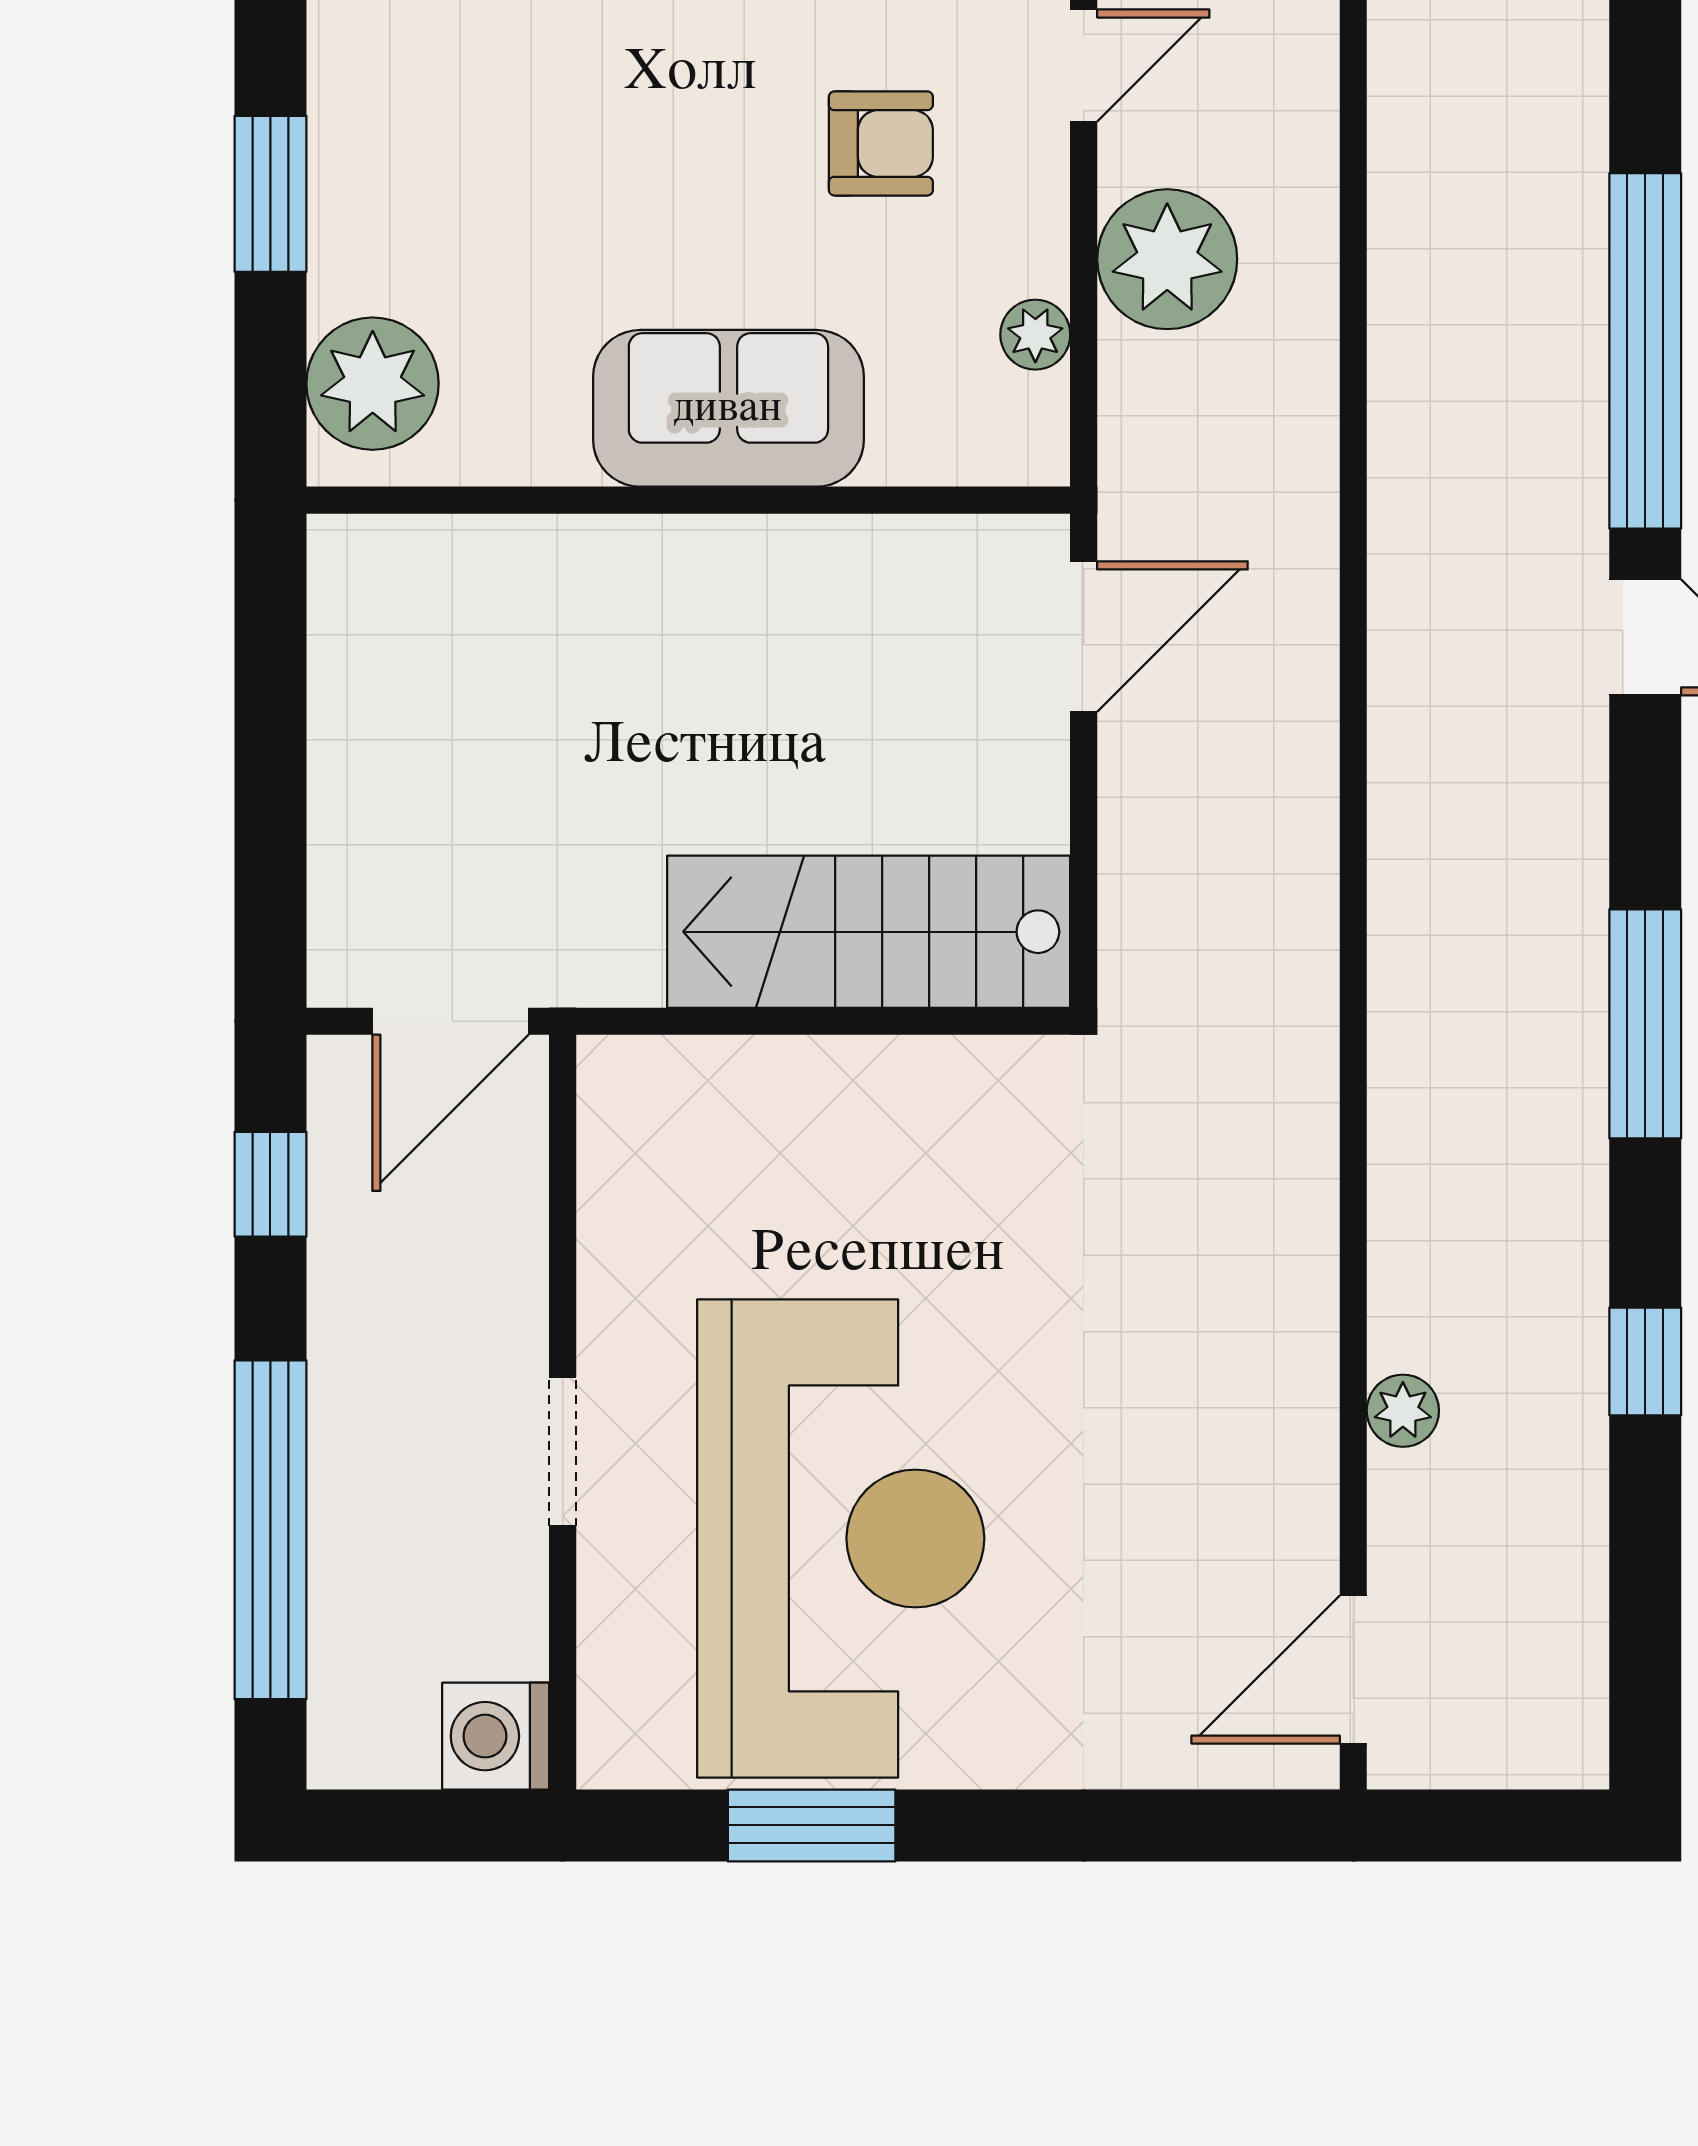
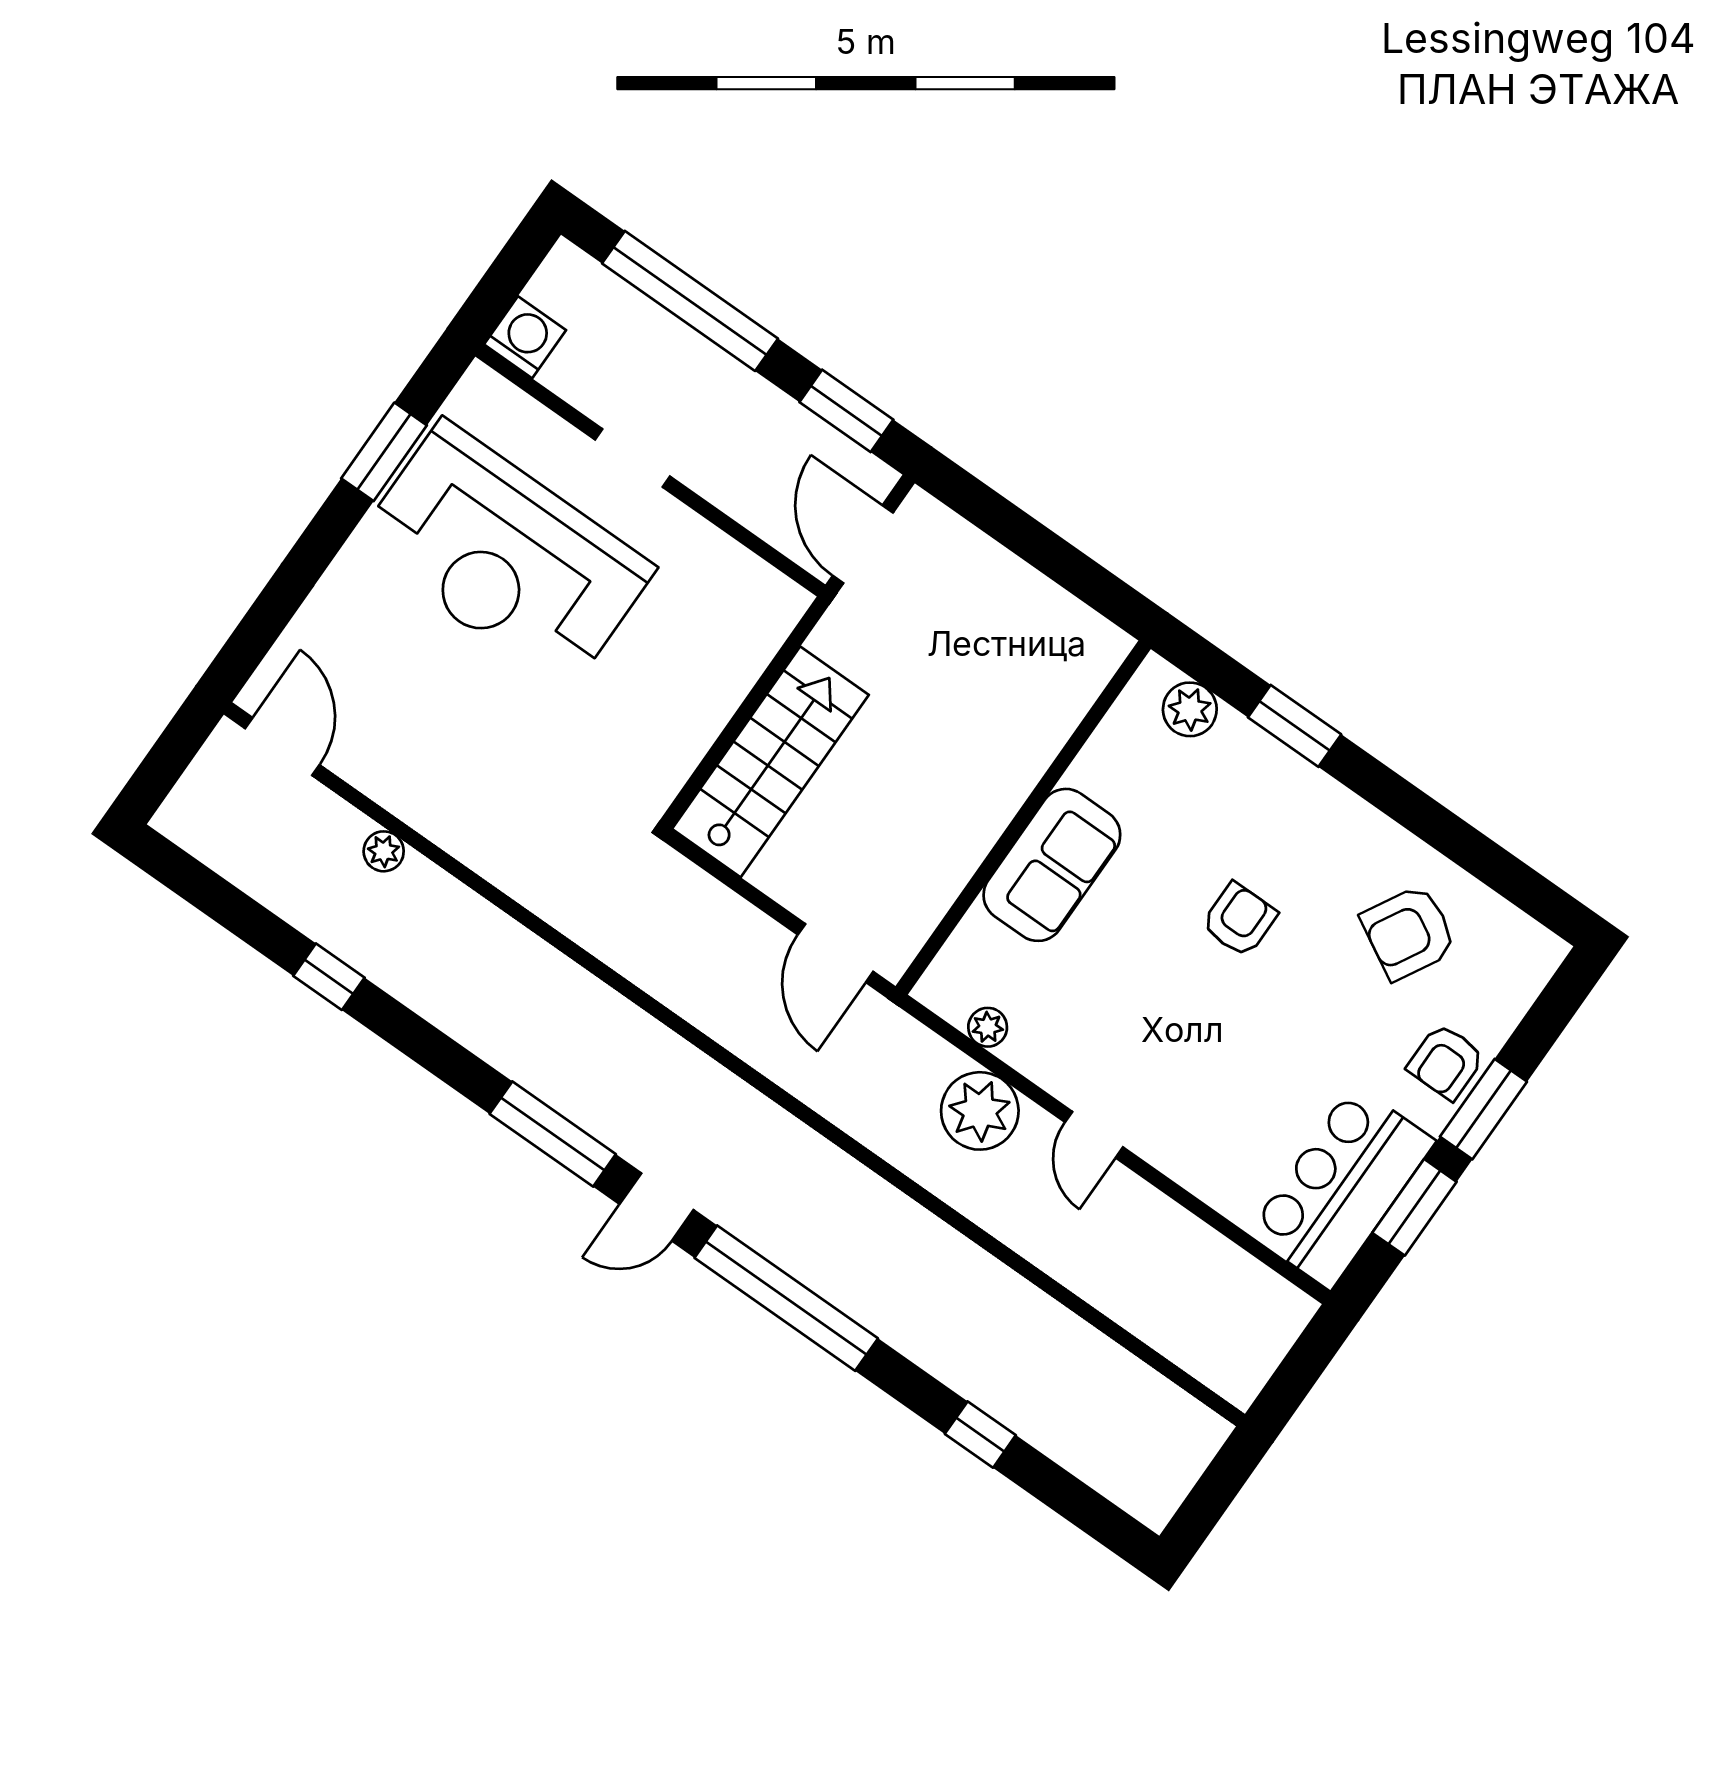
armchair: (881, 143) -> (1239, 920), moved, turned 180
plant: (373, 384) -> (1190, 709), width x0.73, depth x0.73
window: (1645, 1024) -> (553, 1134), moved
window: (270, 1184) -> (846, 411), width x1.50

